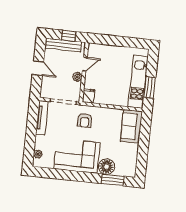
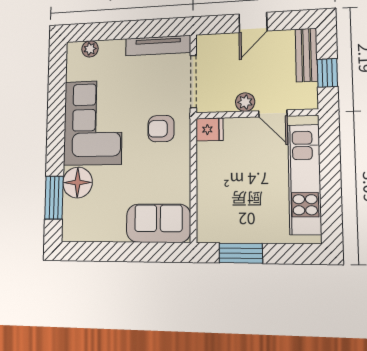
bench: (63, 45) -> (306, 55), width x0.73
kitchen unit: (138, 82) -> (305, 179), moved, turned -90

